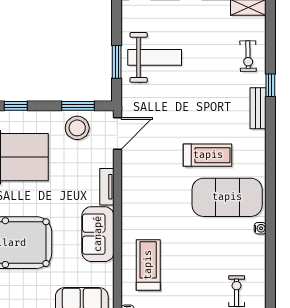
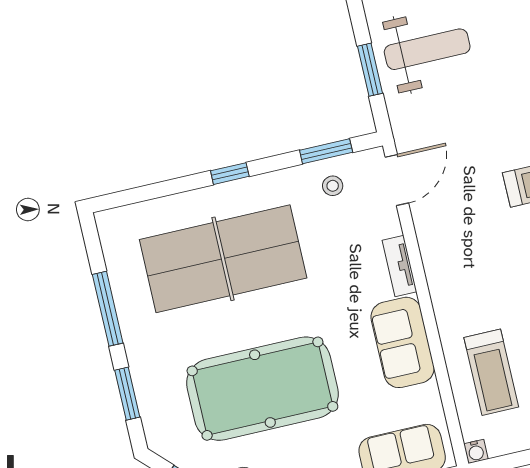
stool: (77, 128) -> (333, 186), width x0.53, depth x0.53
treadmill: (148, 265) -> (491, 372), turned 180

